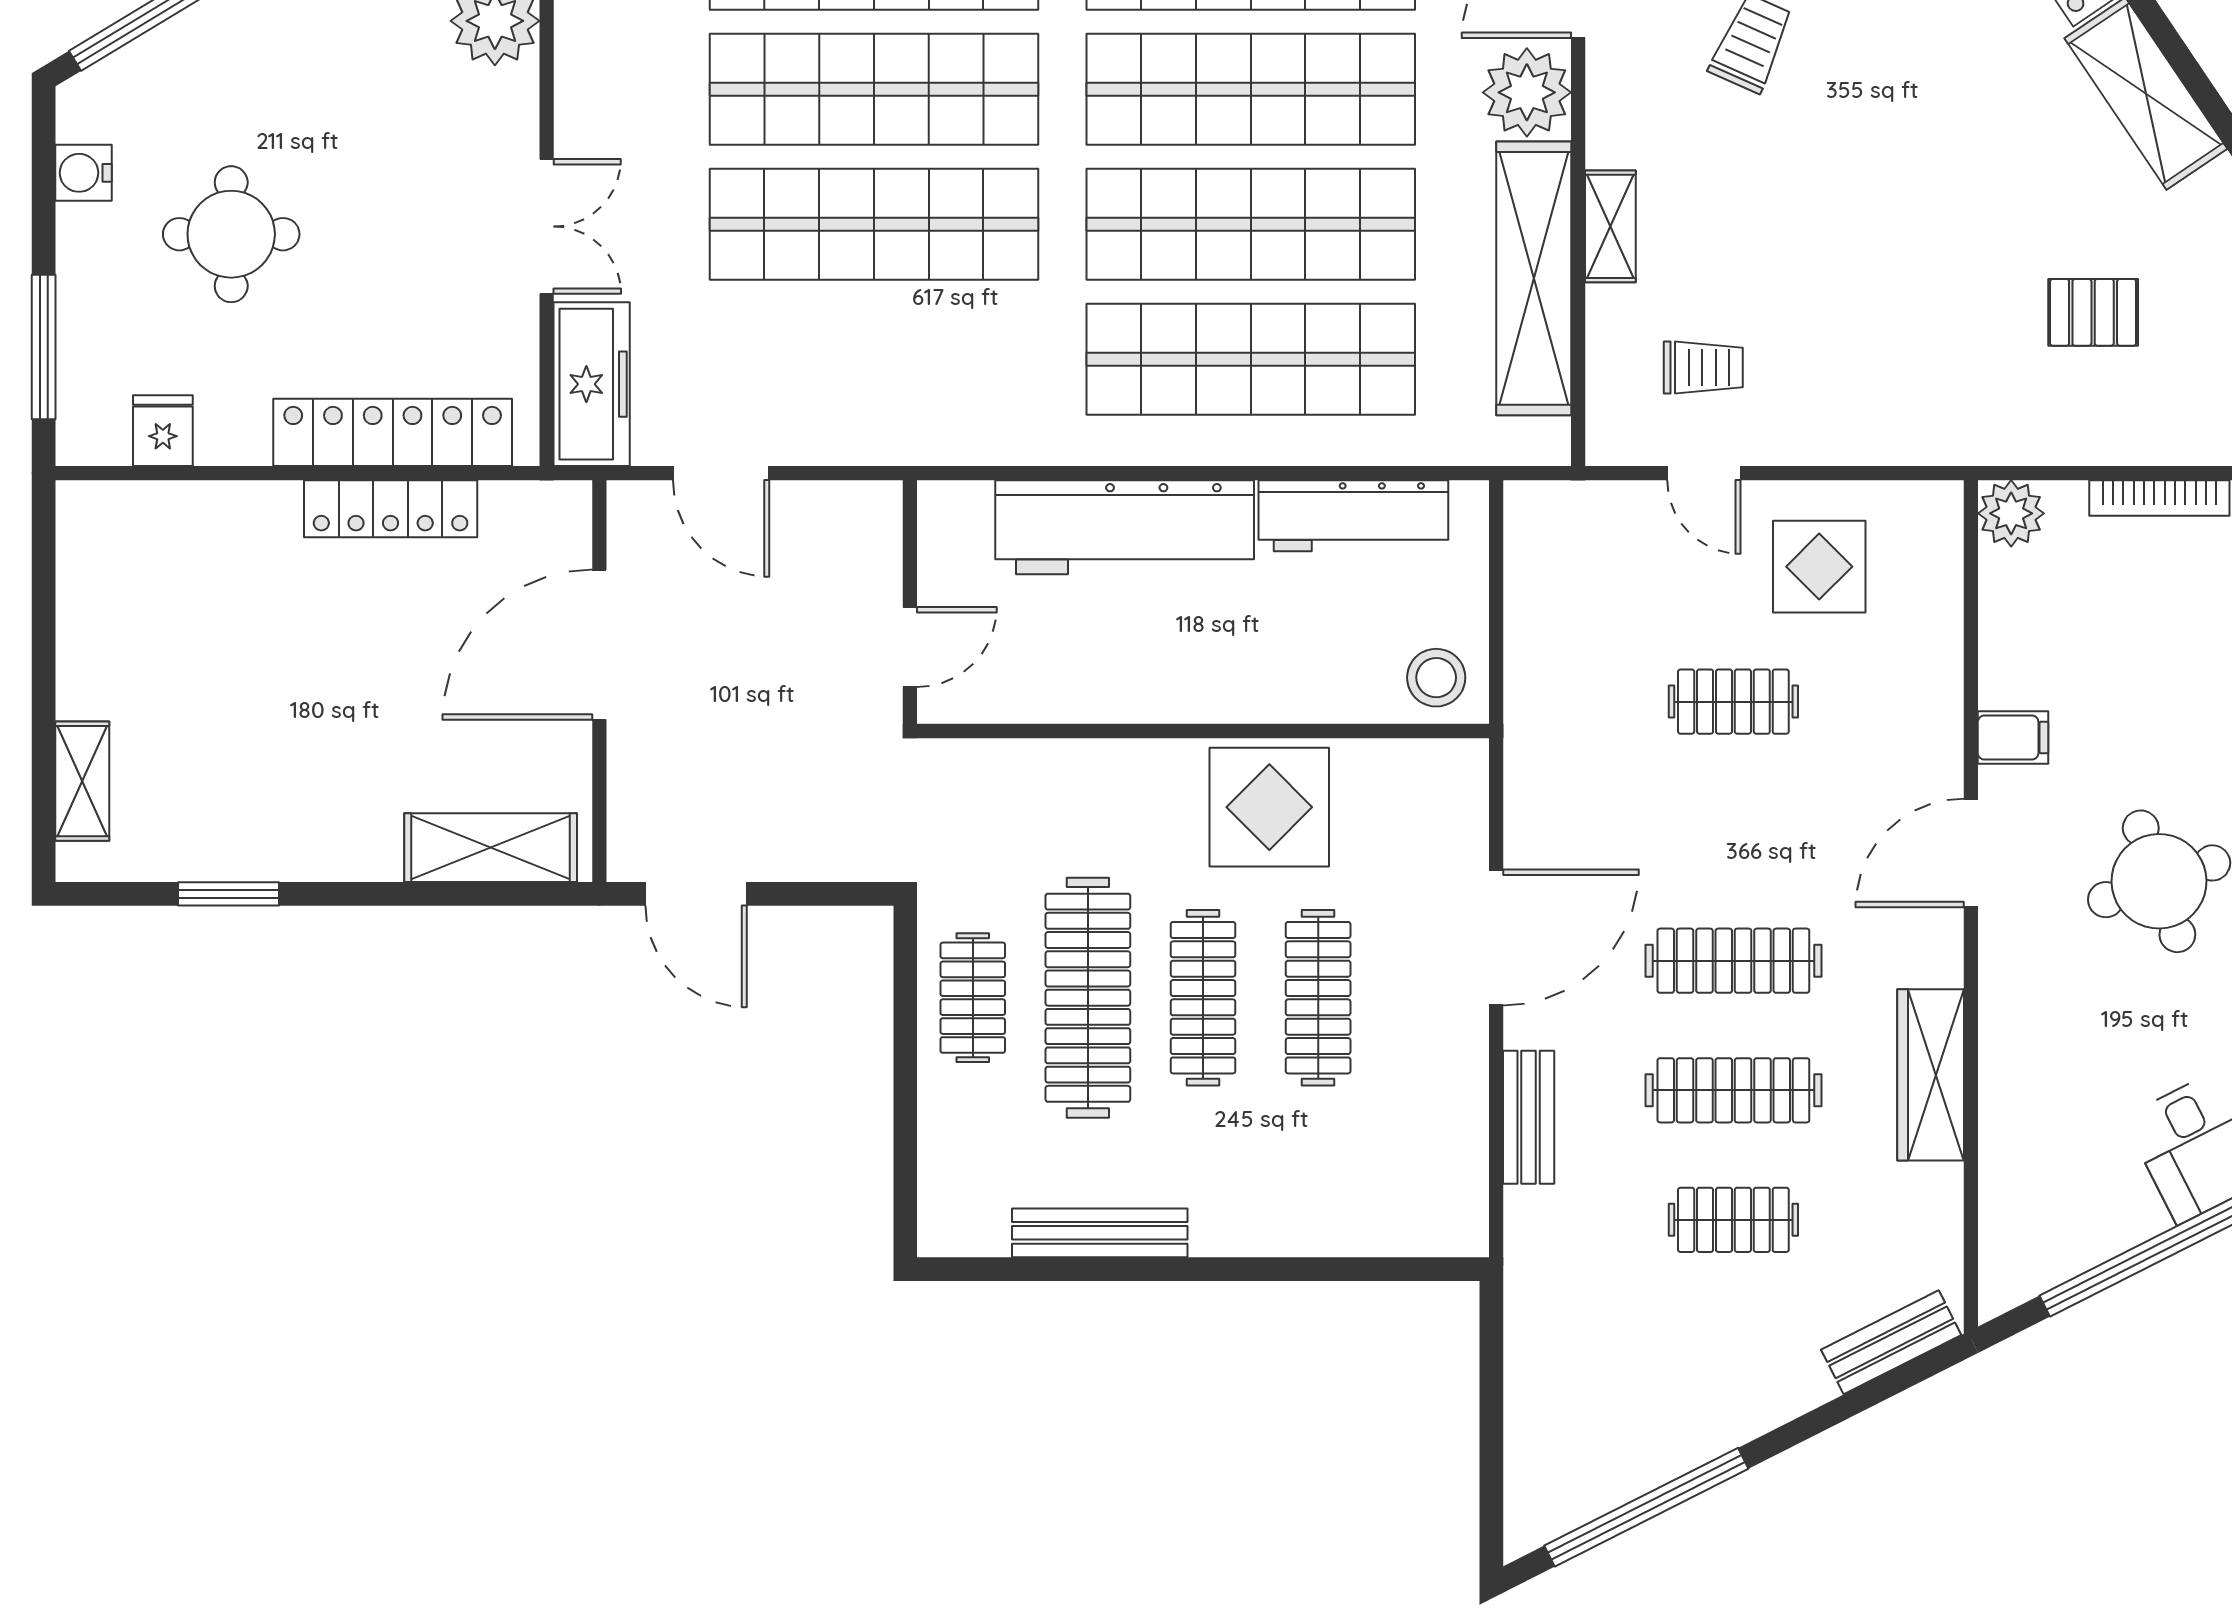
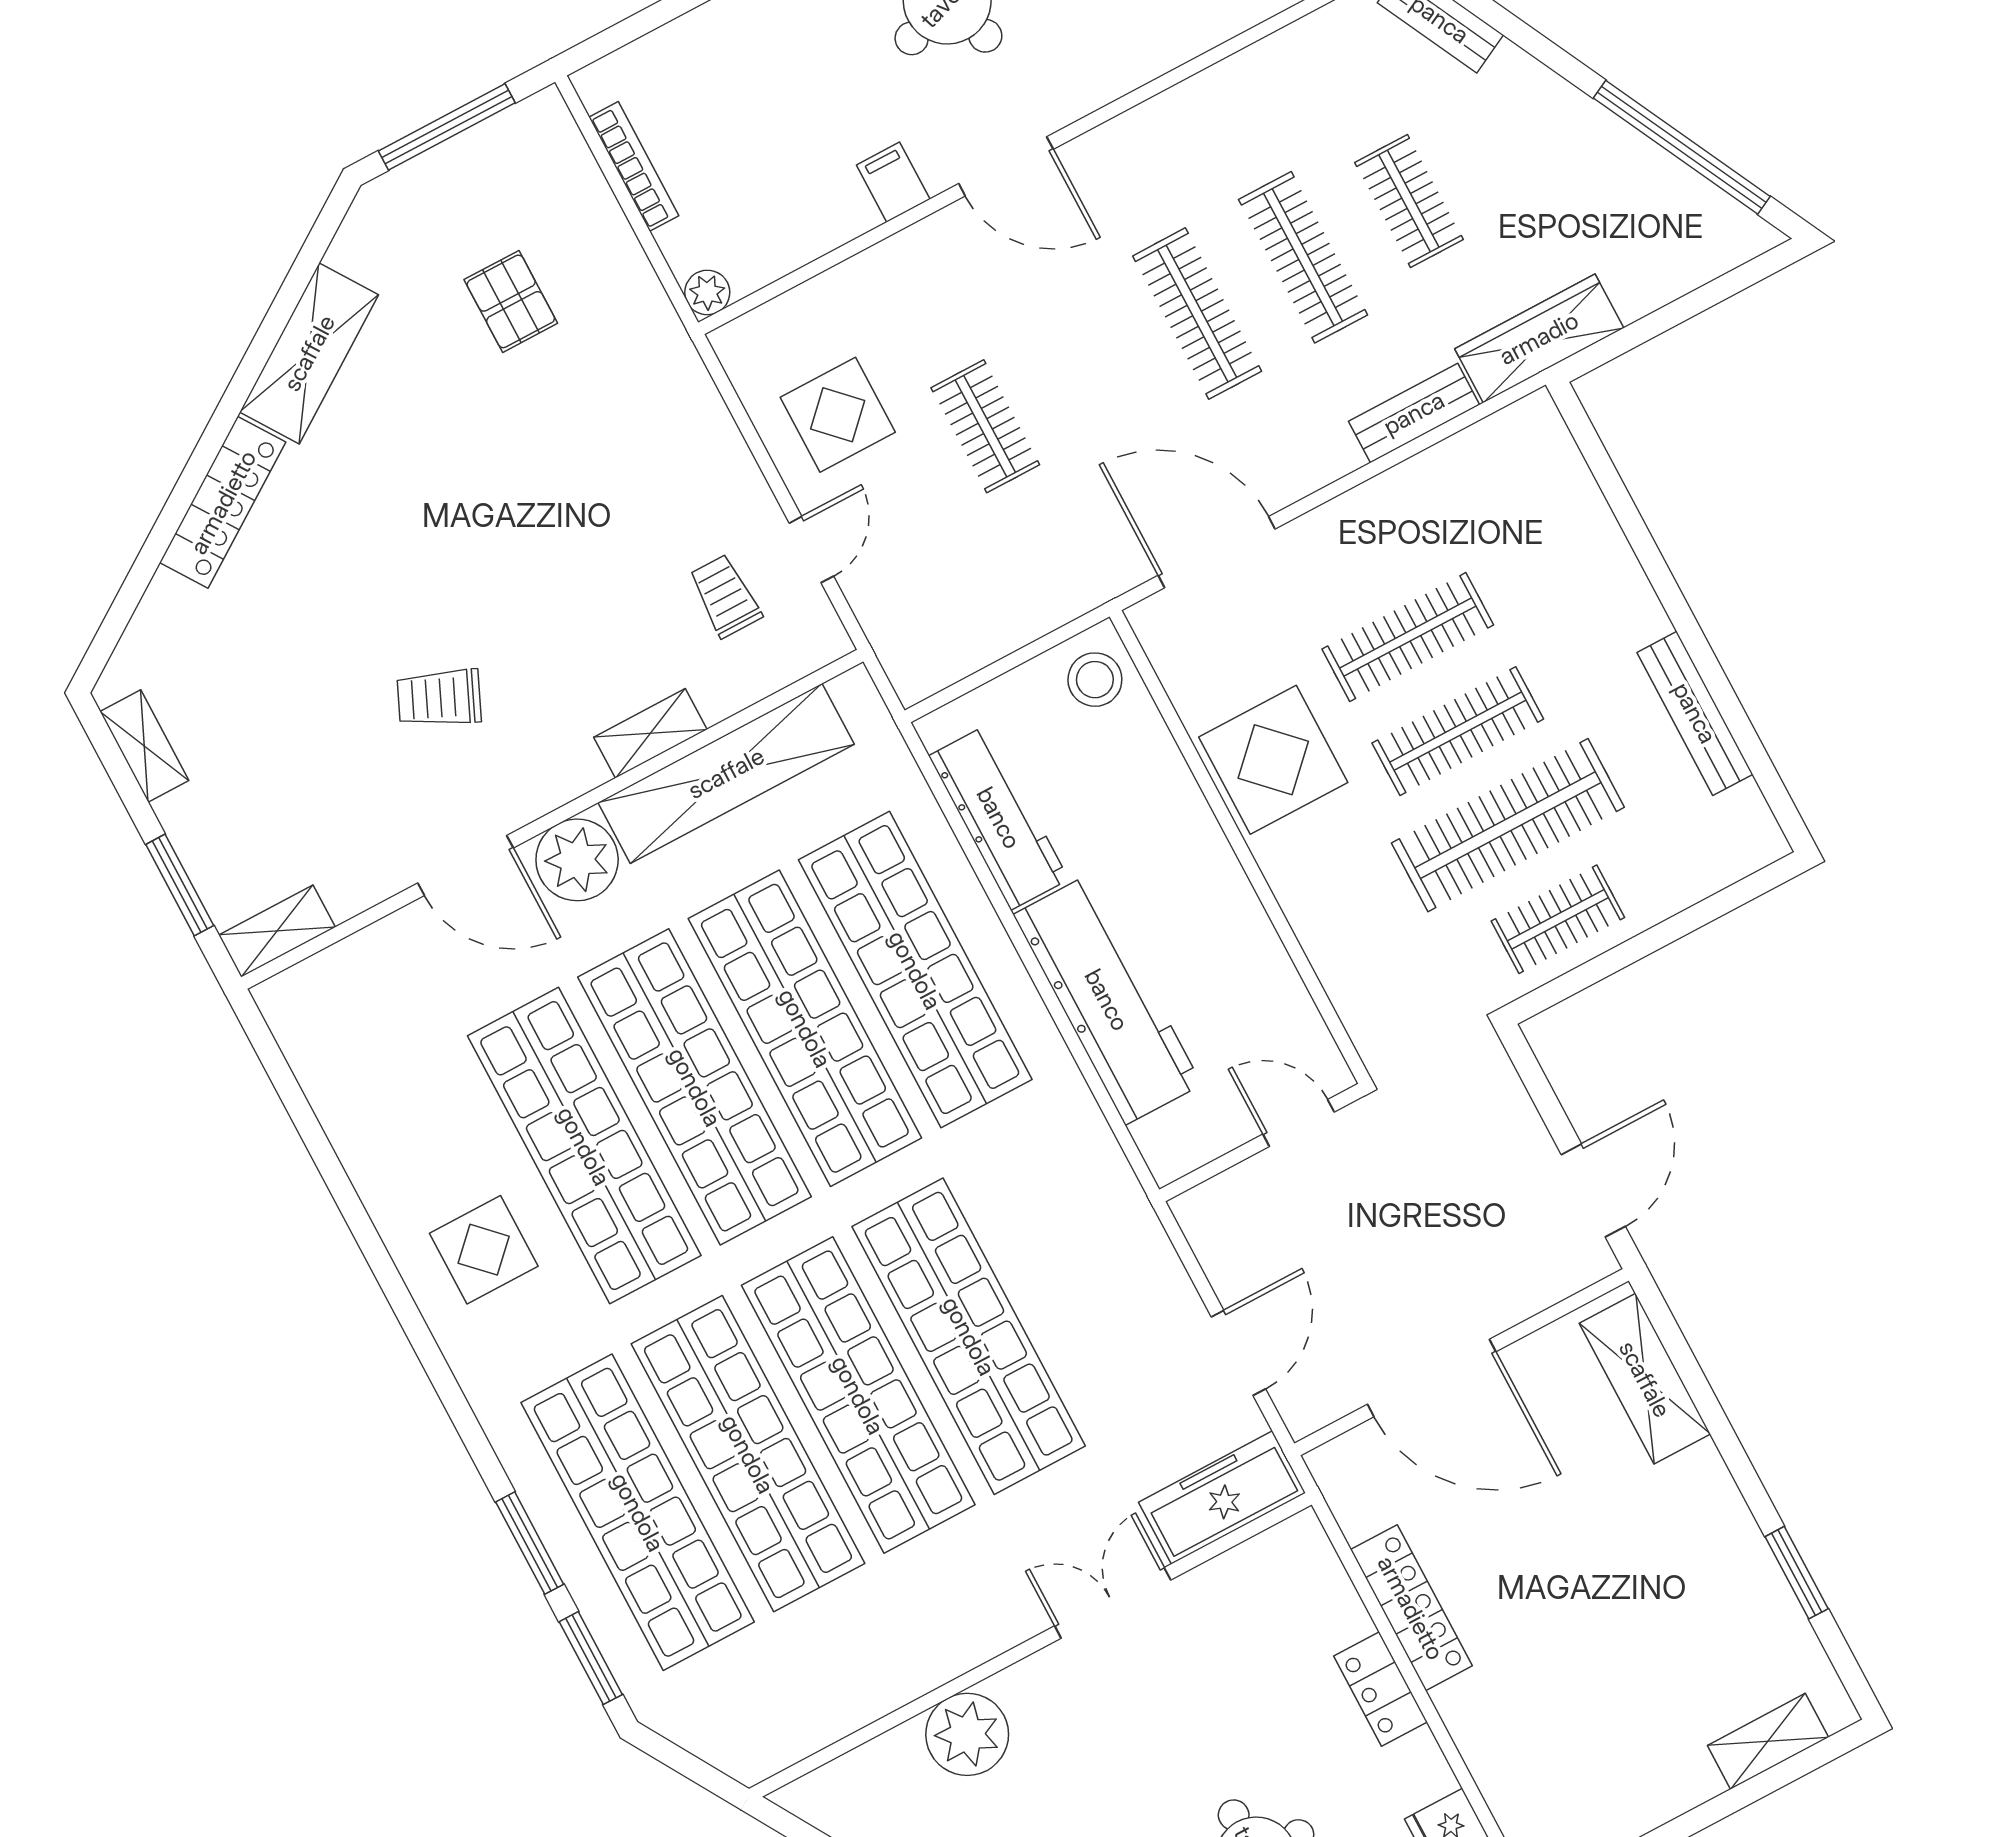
locker: (393, 432) -> (1381, 1689), width x0.46, depth x0.83
plant: (2011, 513) -> (707, 292), width x0.73, depth x0.73
door: (1496, 937) -> (1217, 552), moved
wardrobe: (1931, 1075) -> (1539, 338), moved, turned 180

